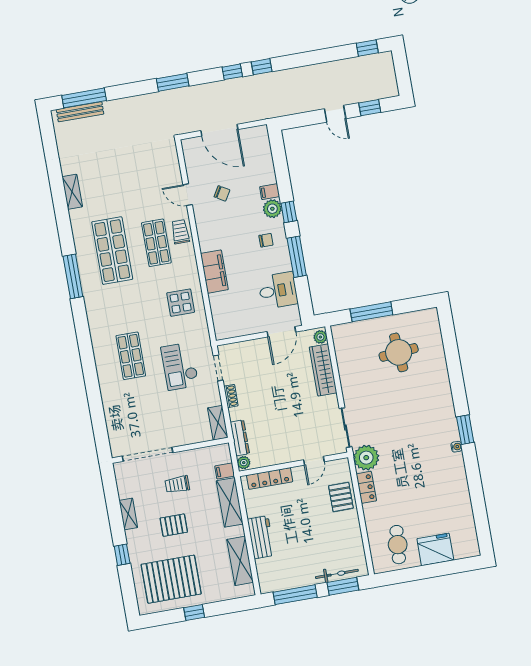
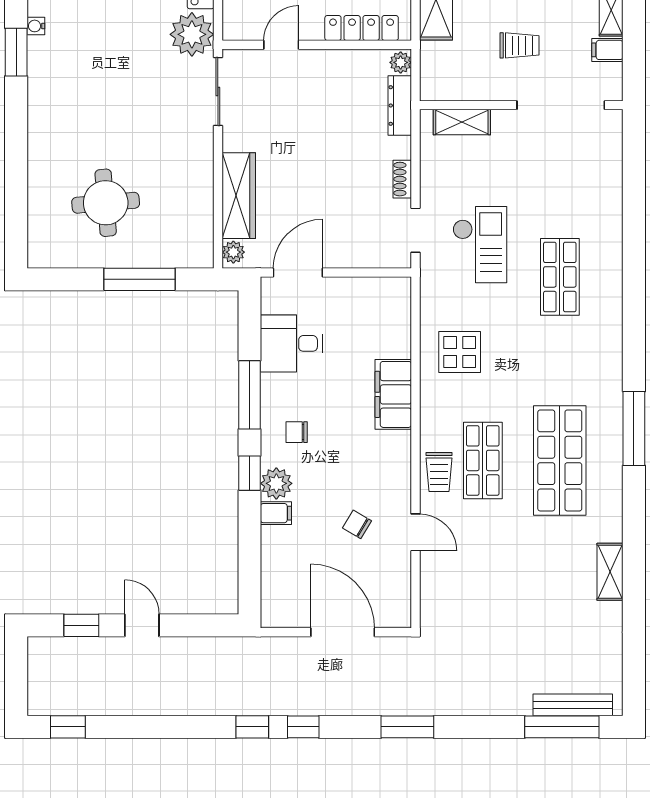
shelving: (218, 423) -> (462, 122), moved, turned 90
filing cabinet: (225, 471) -> (607, 50), moved, turned 180

